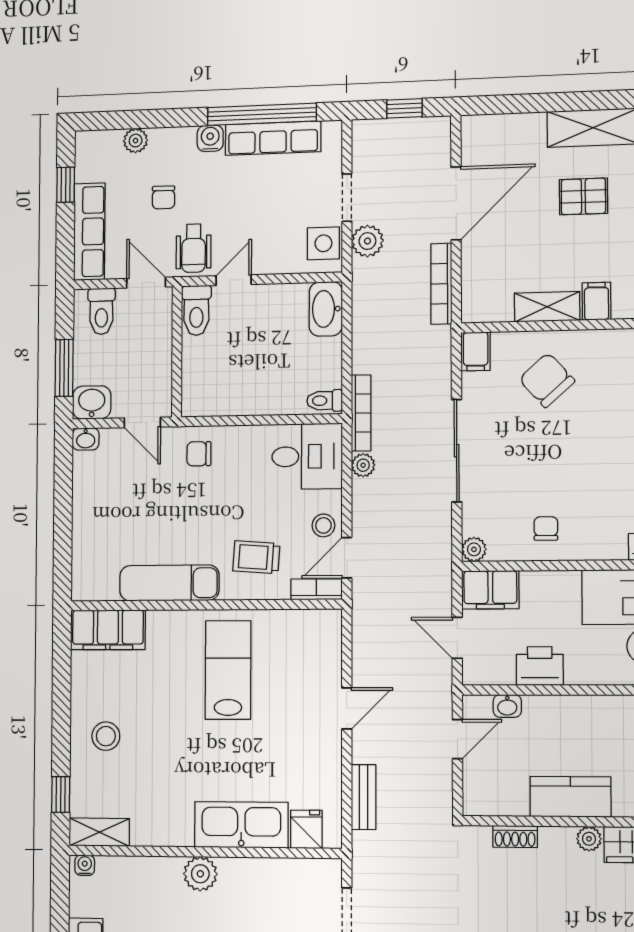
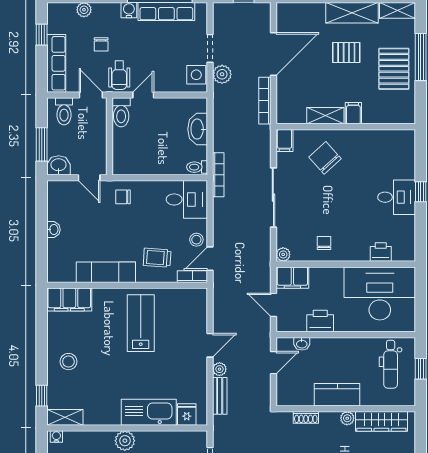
washbasin: (326, 309) -> (198, 129), moved
washbasin: (86, 439) -> (53, 230), moved, turned -90
plant: (363, 465) -> (219, 369), moved

